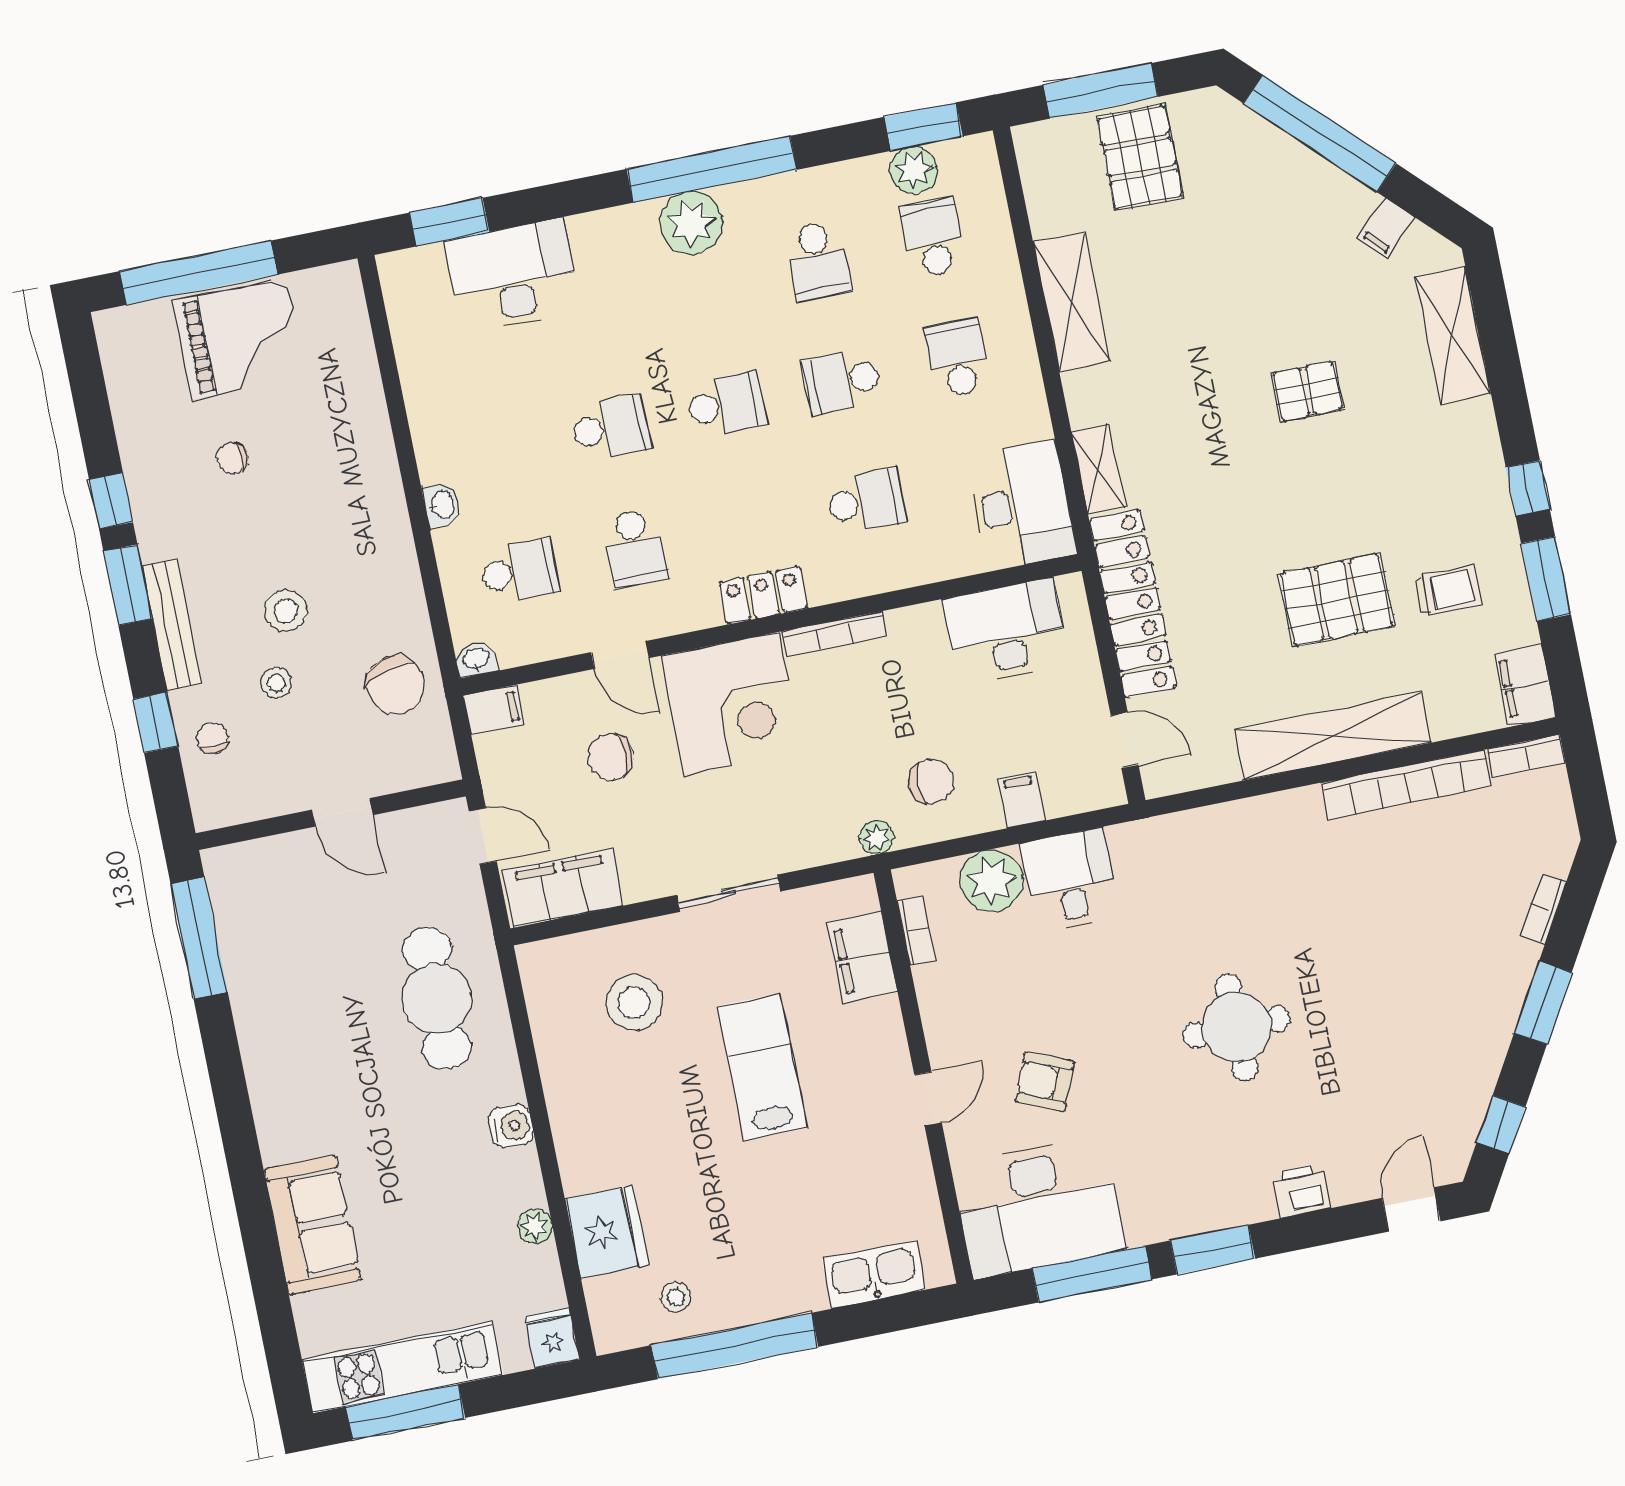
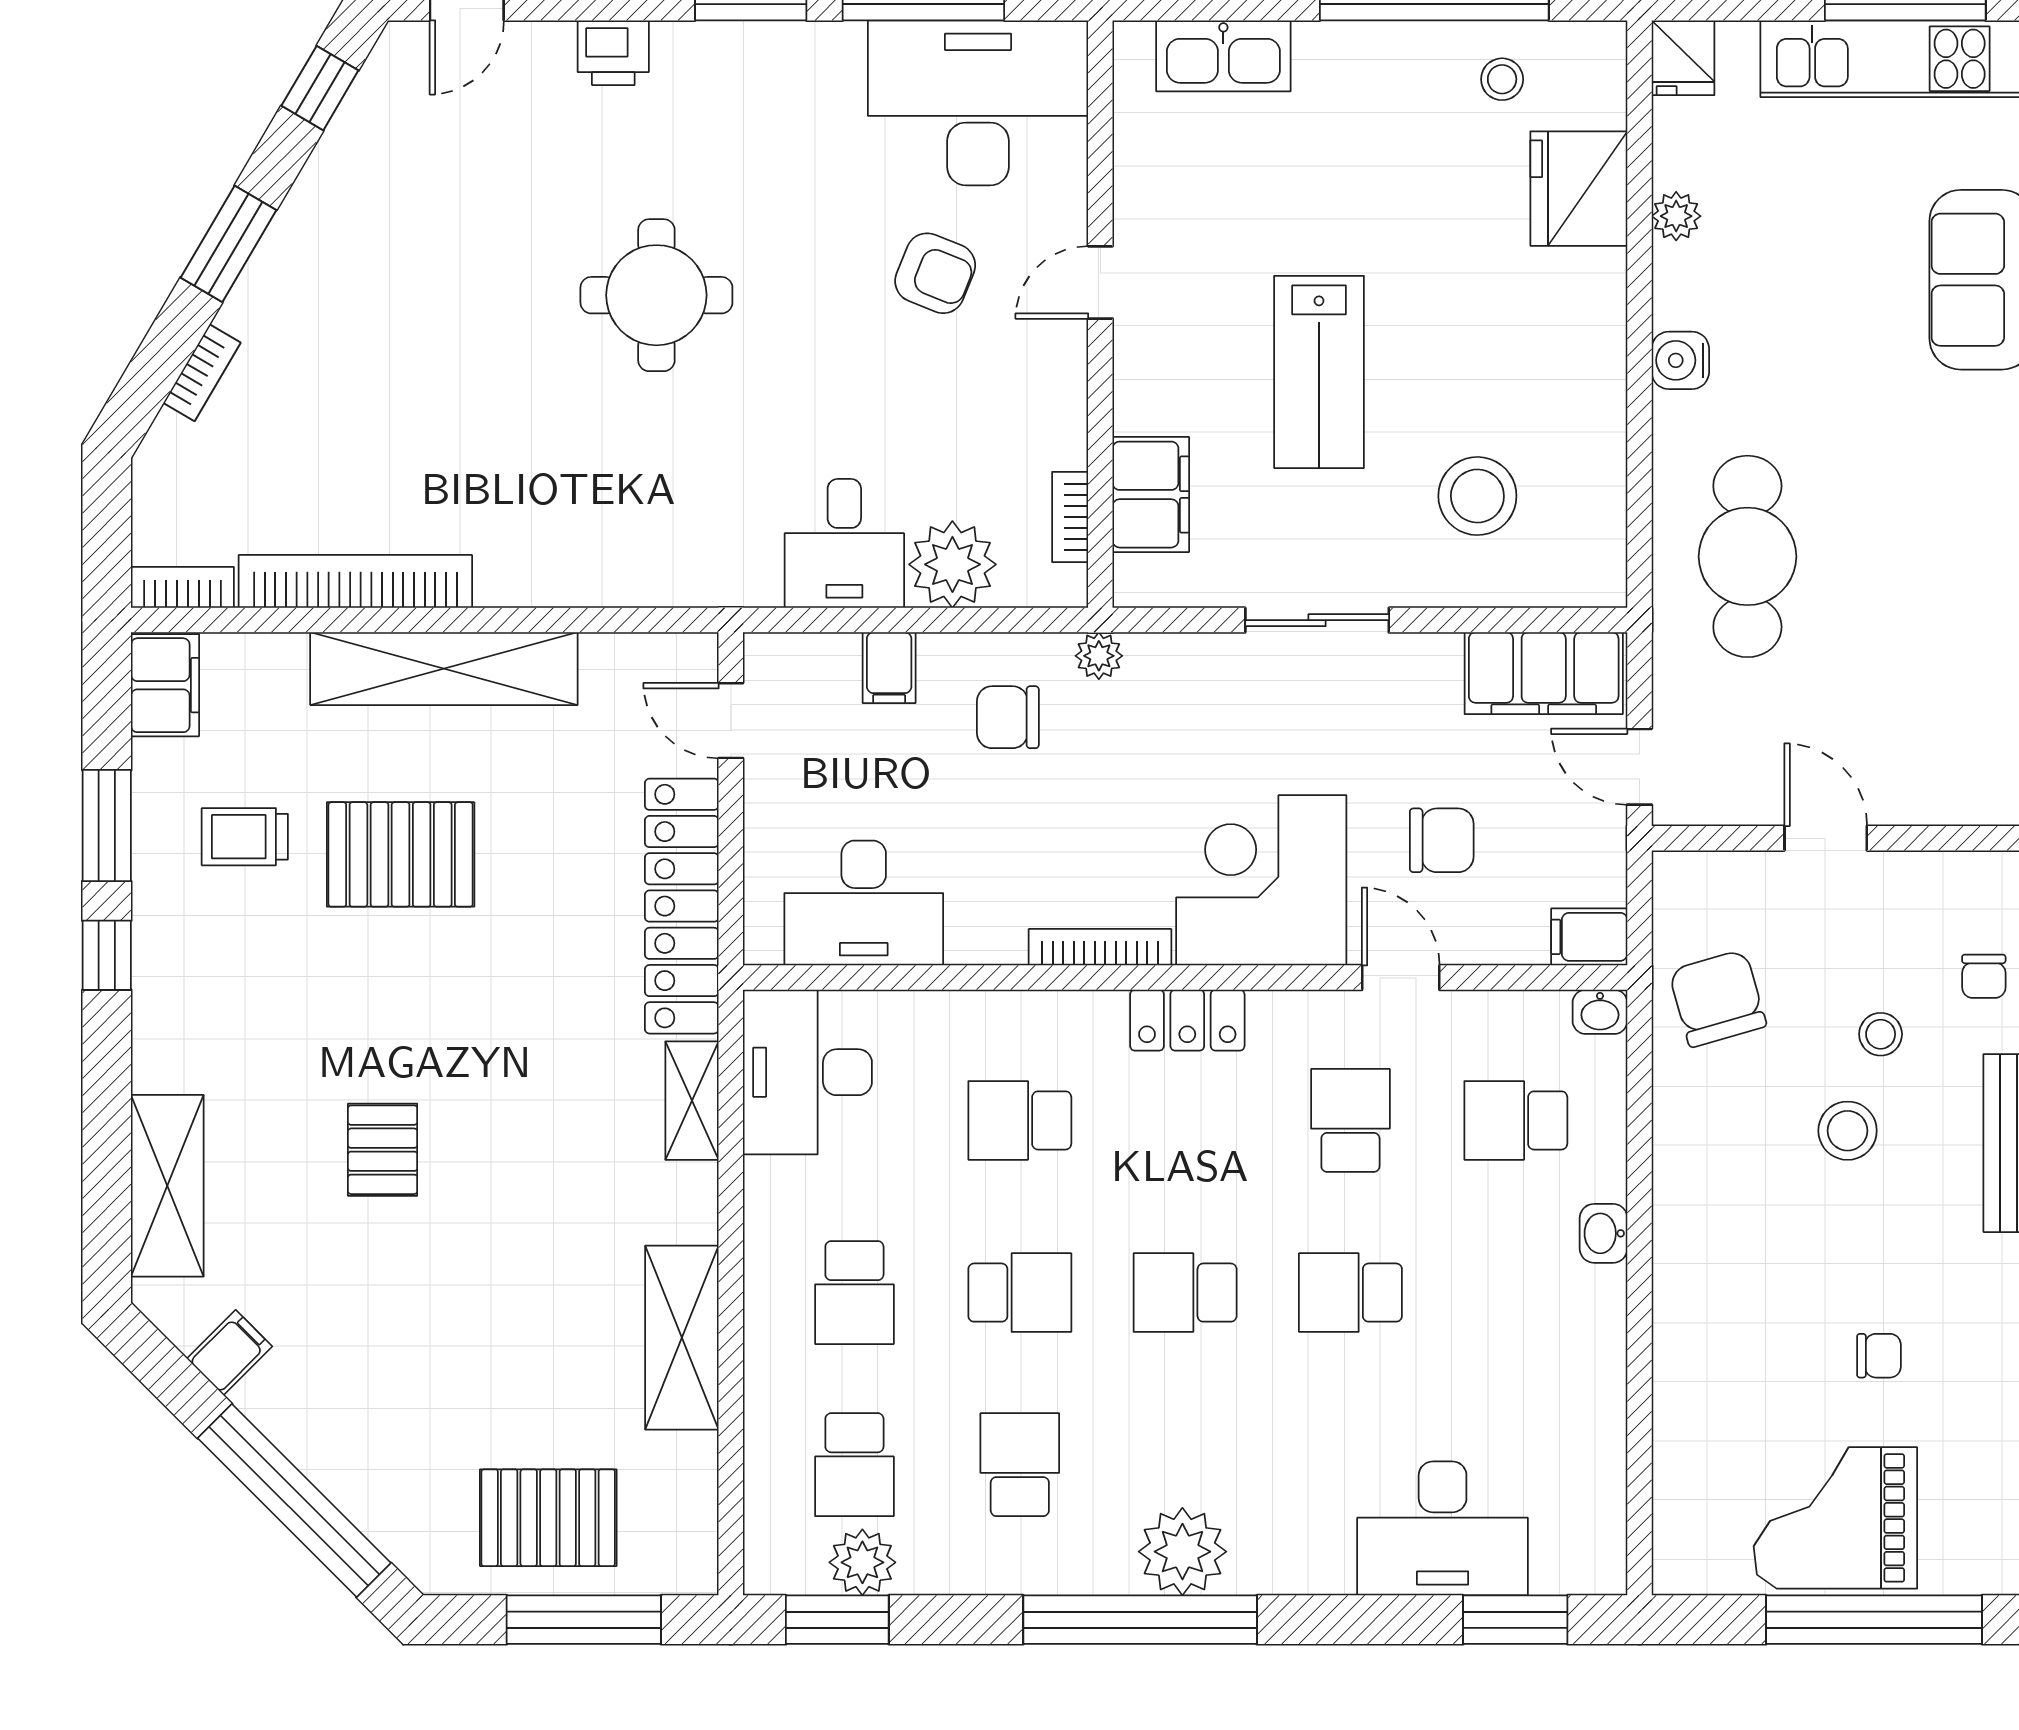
pallet: (1140, 157) -> (548, 1518), turned 90
pallet: (1307, 391) -> (383, 1150), turned 90

